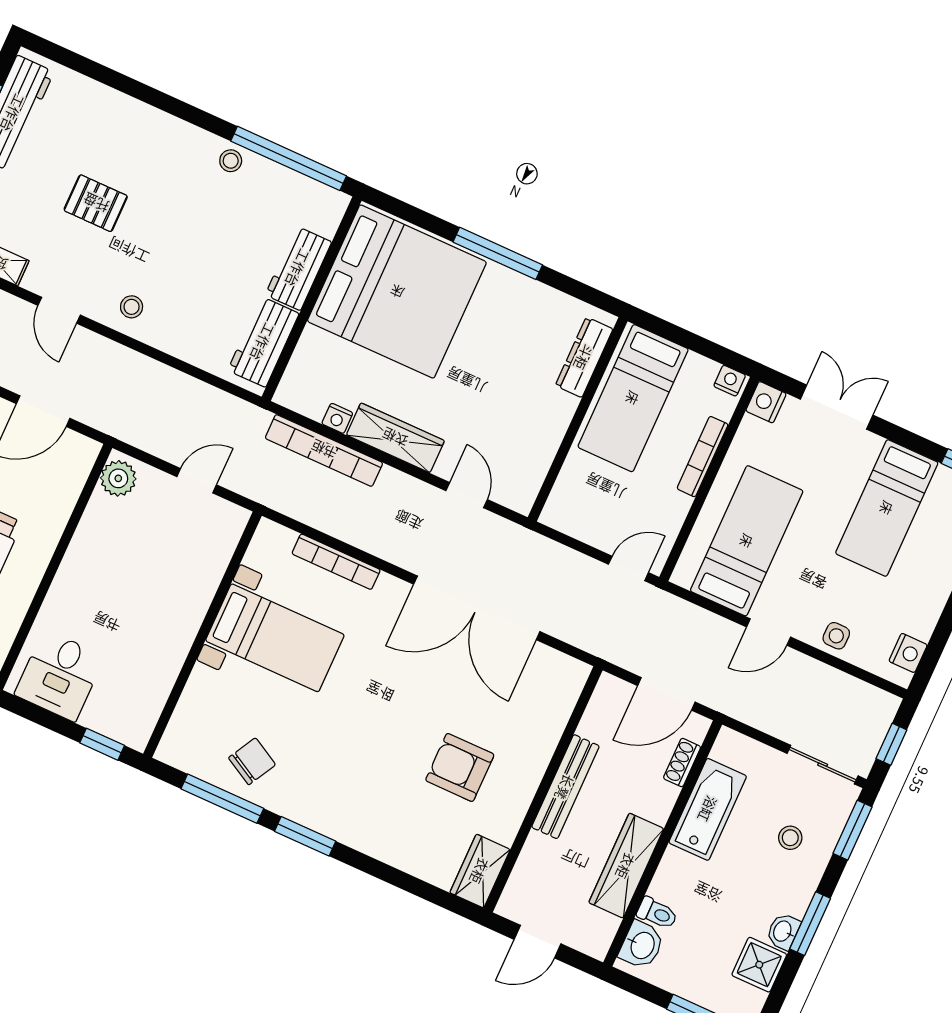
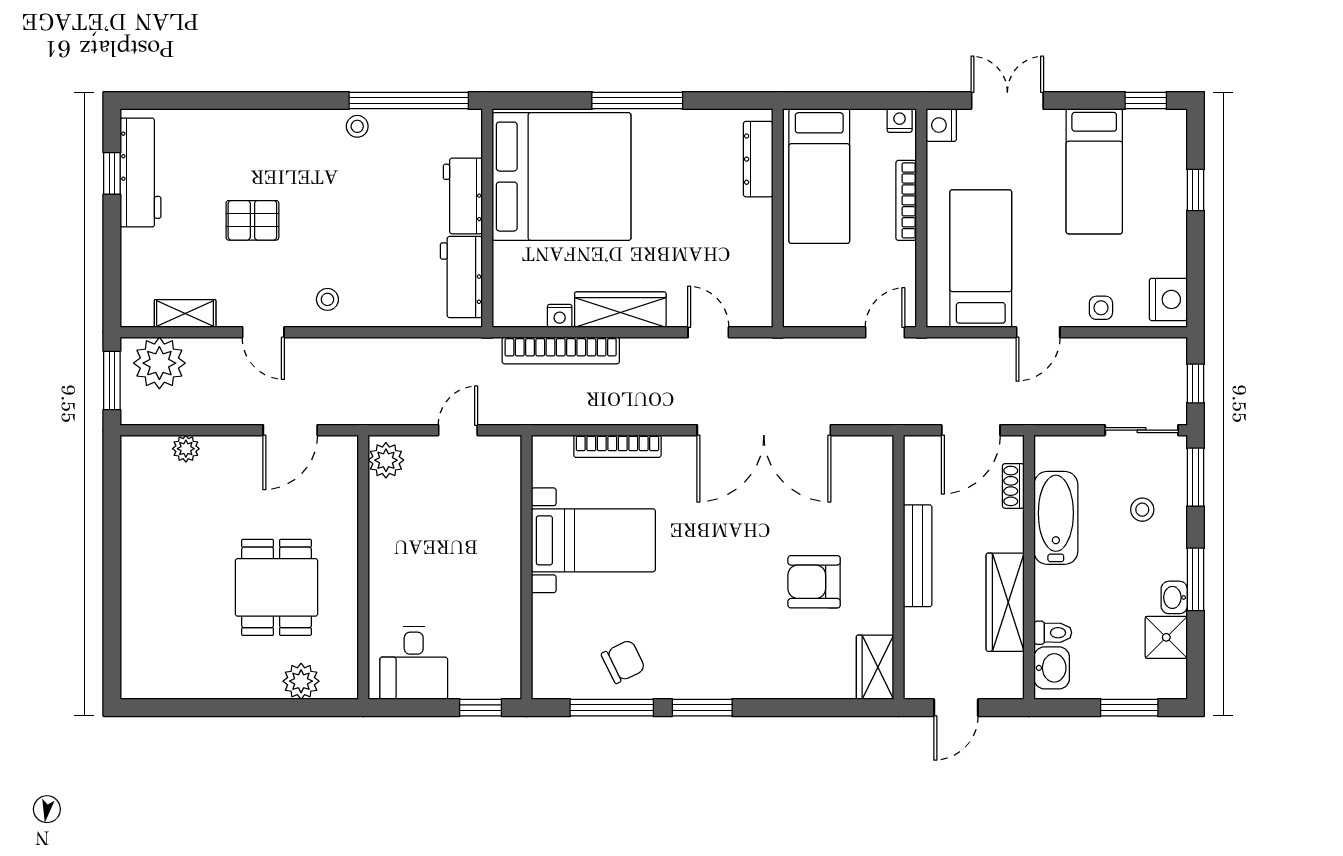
nightstand: (908, 653) -> (1168, 299), width x1.36, depth x1.33
chair: (252, 761) -> (623, 662), turned 35

